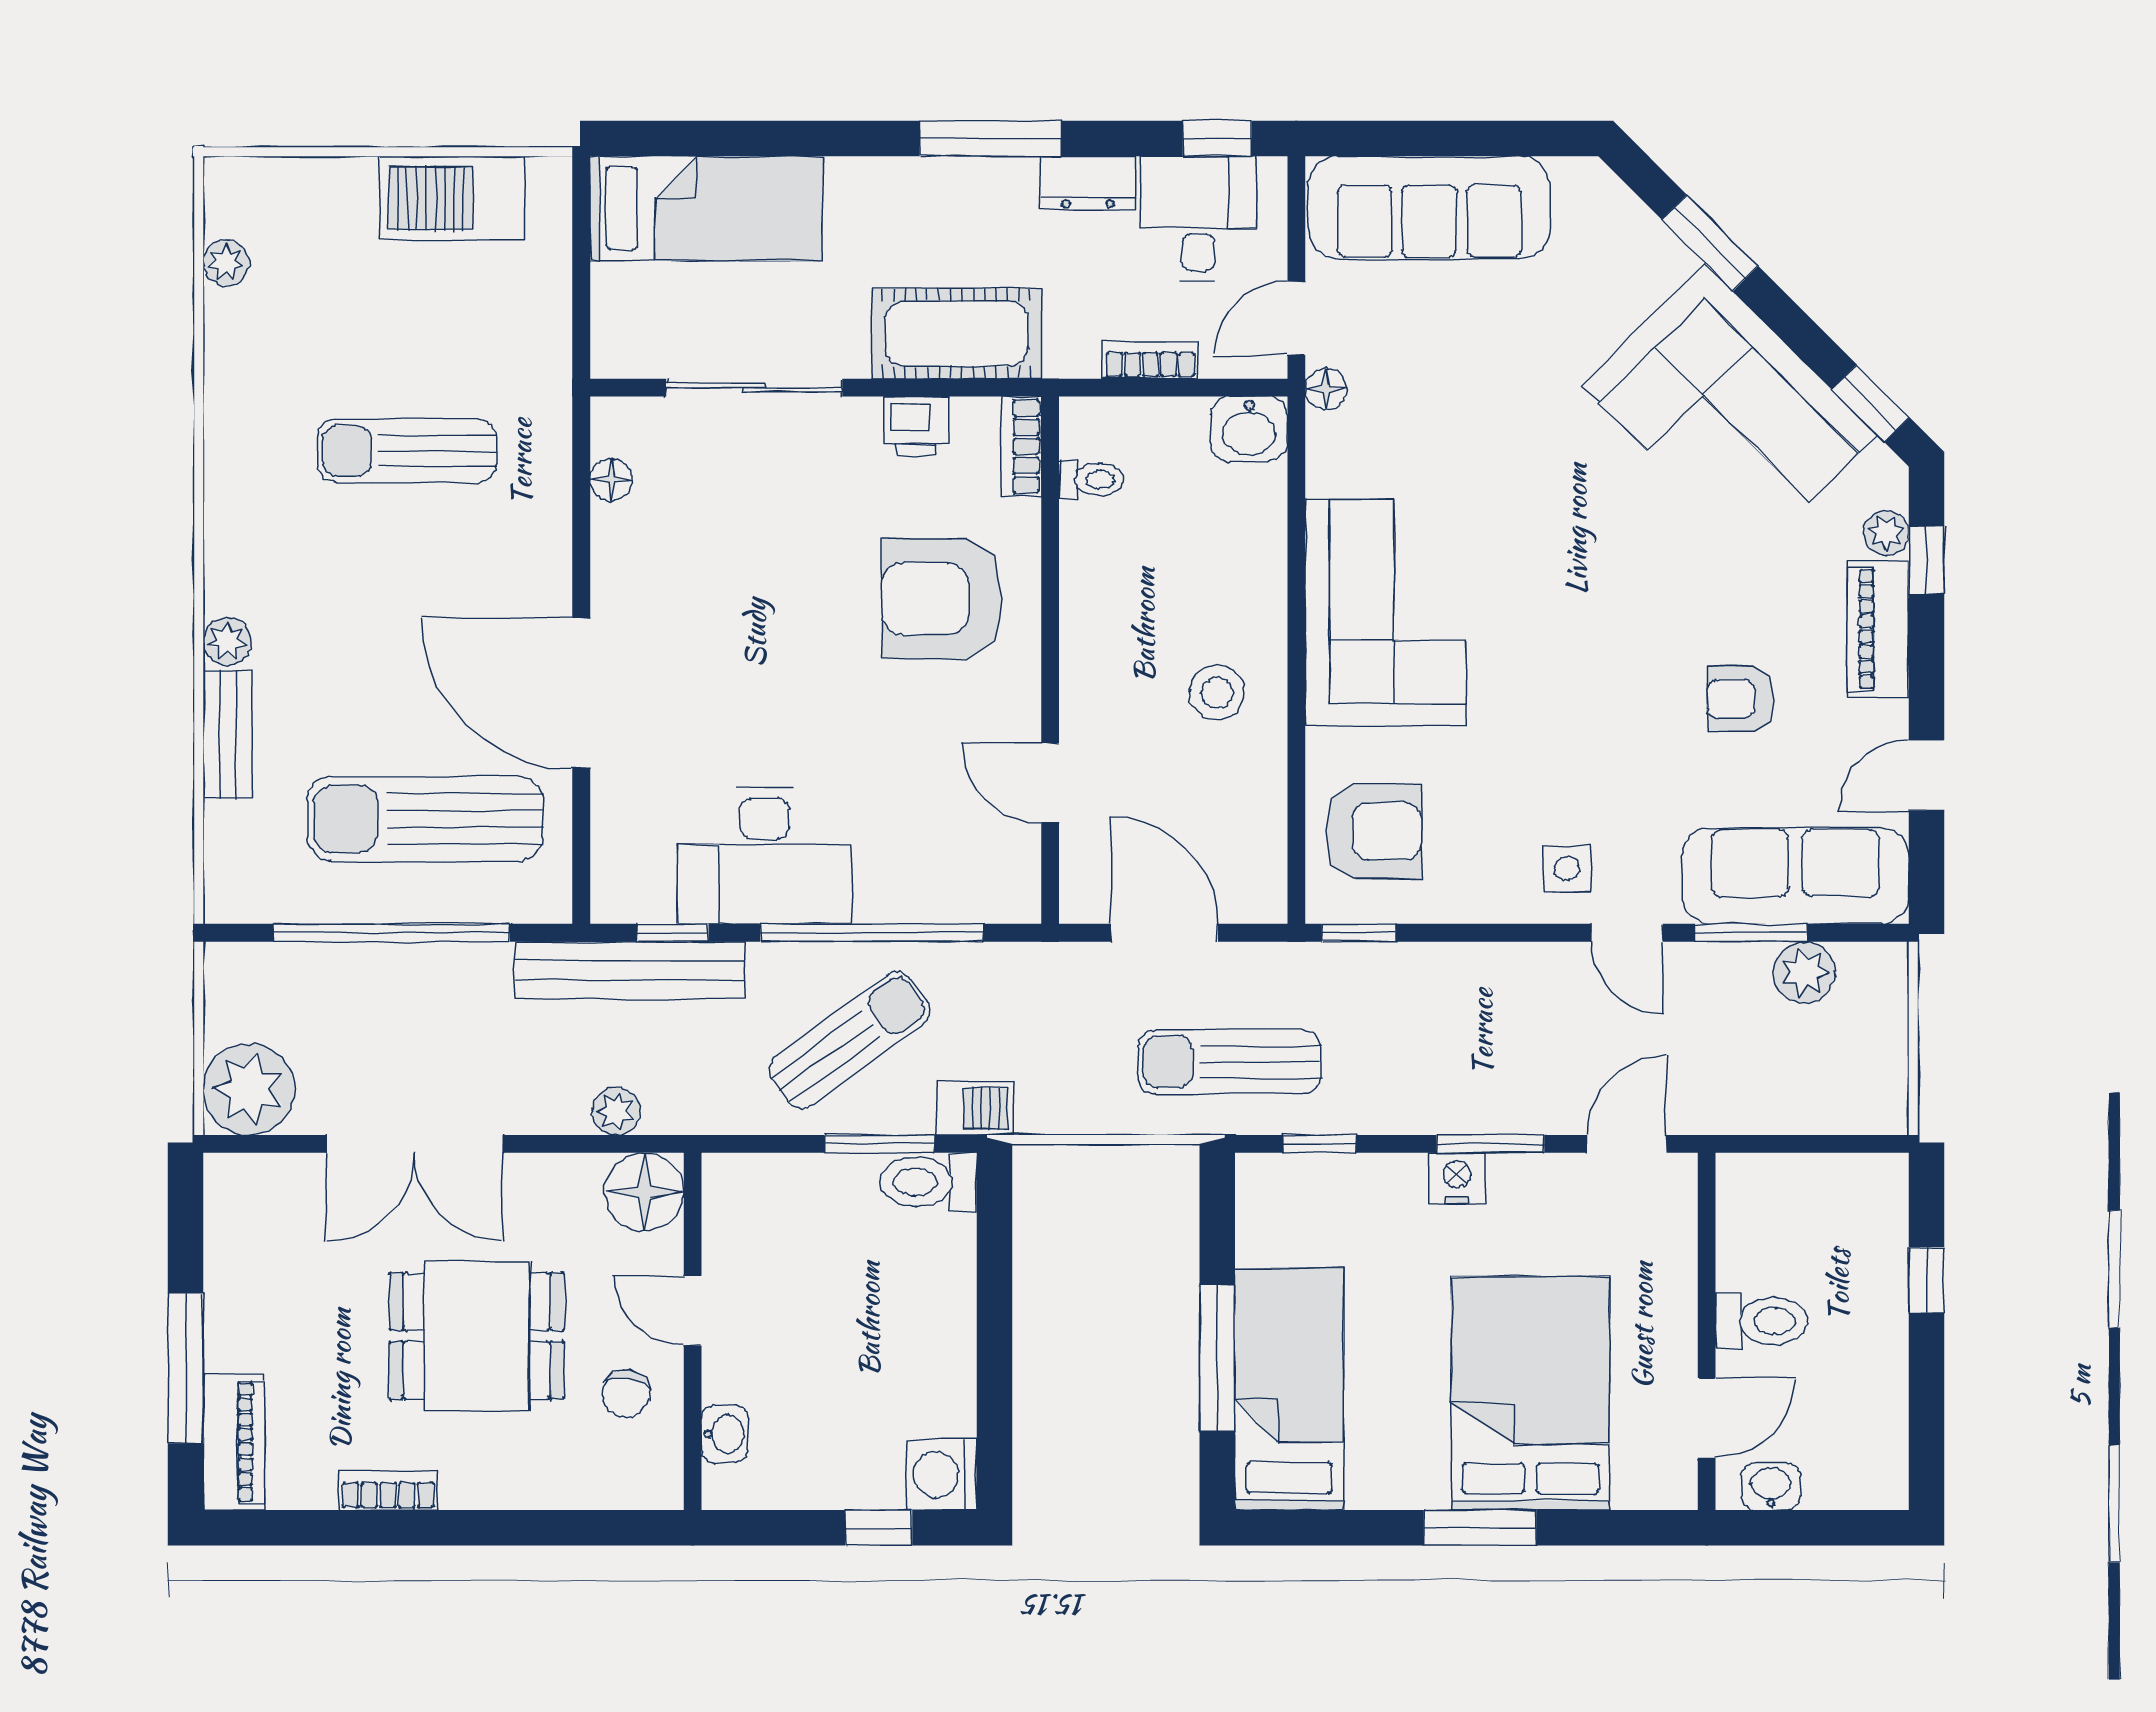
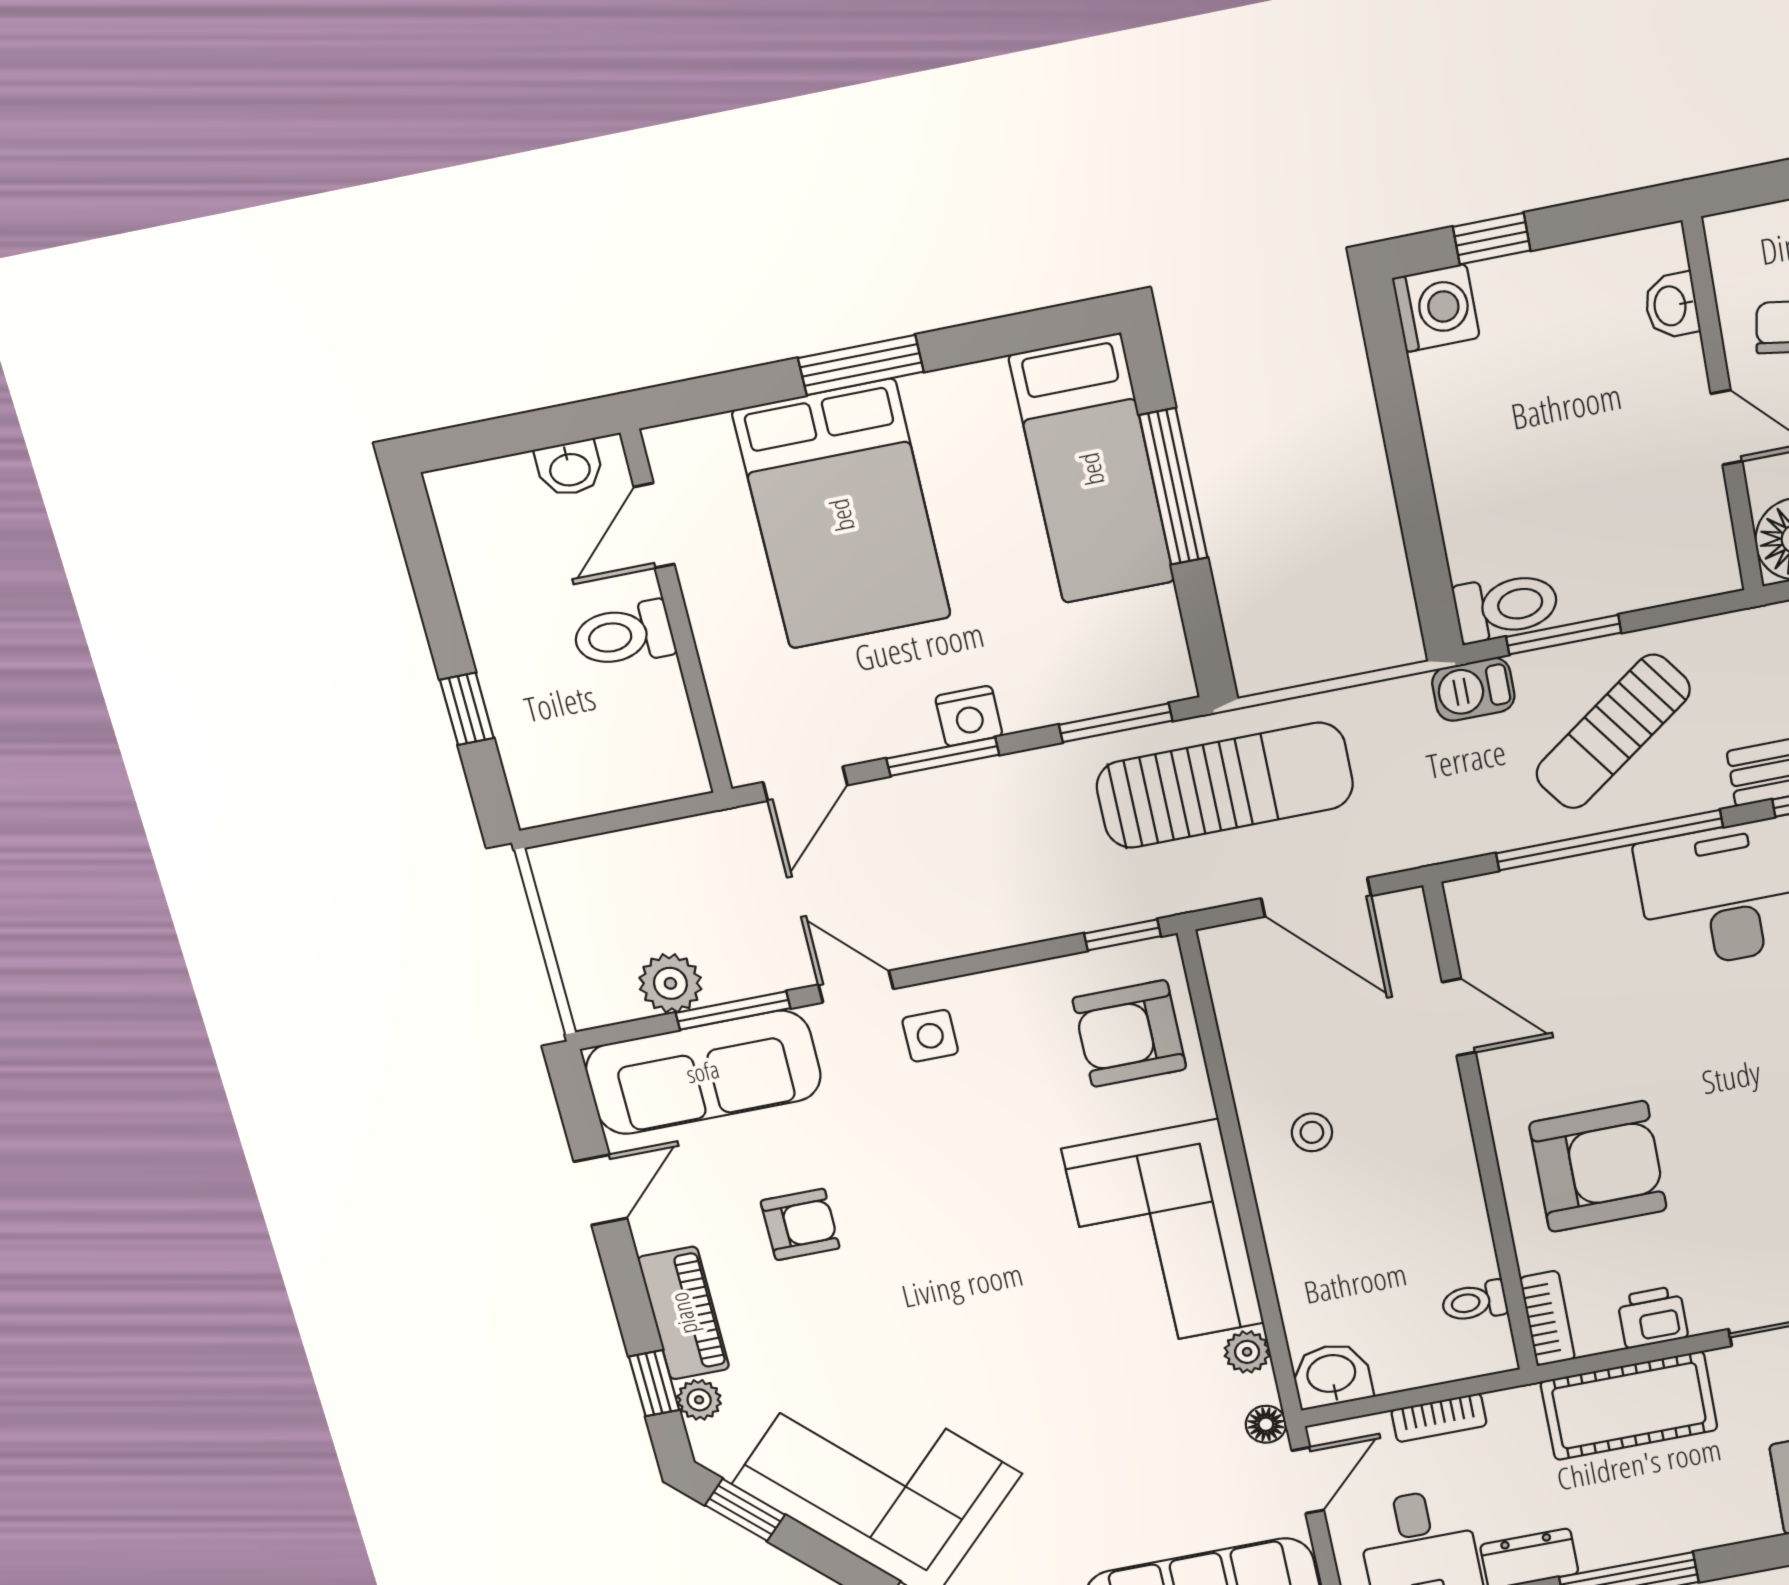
plant: (1329, 472) -> (1247, 1352), added
stool: (1217, 693) -> (1312, 1132), width x0.73, depth x0.73
sun lounger: (1229, 1062) -> (1225, 785), width x1.36, depth x1.34
window: (1320, 1144) -> (1116, 723), width x1.50

